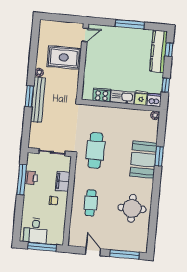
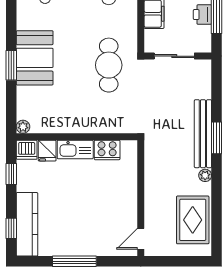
rug: (64, 57) -> (193, 220), moved, turned 90

